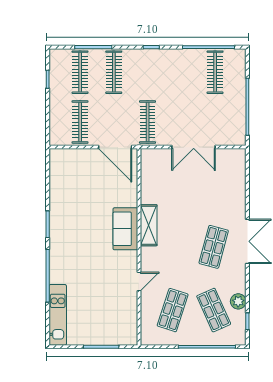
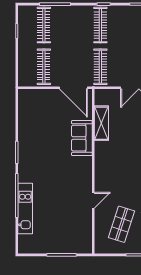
clothes rail: (114, 72) -> (100, 25), moved
shelving: (149, 225) -> (101, 123), moved
sofa: (125, 229) -> (82, 138), moved
kitchen unit: (58, 315) -> (25, 208), moved

